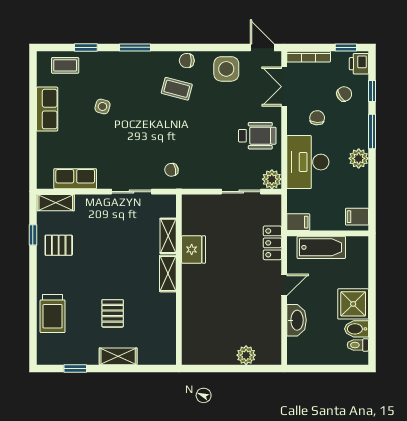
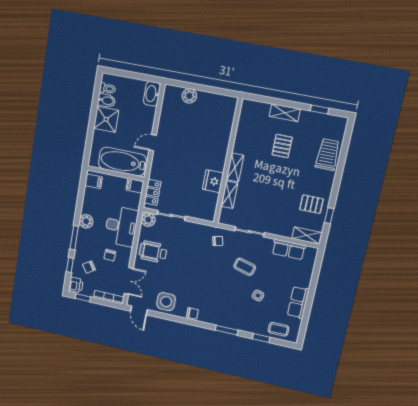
coffee table: (177, 89) -> (245, 267), moved
locker: (272, 243) -> (153, 192), moved
bathtub: (321, 247) -> (122, 162), width x1.36, depth x1.36
washbasin: (296, 320) -> (152, 94), moved

